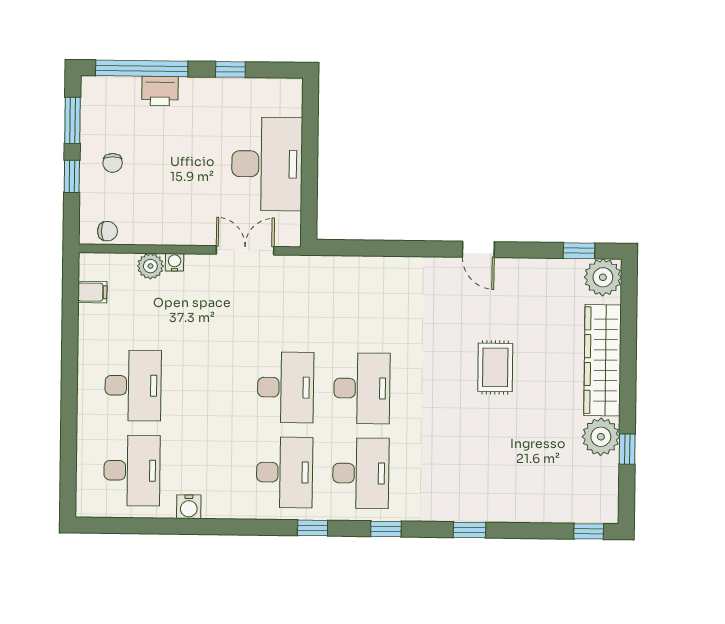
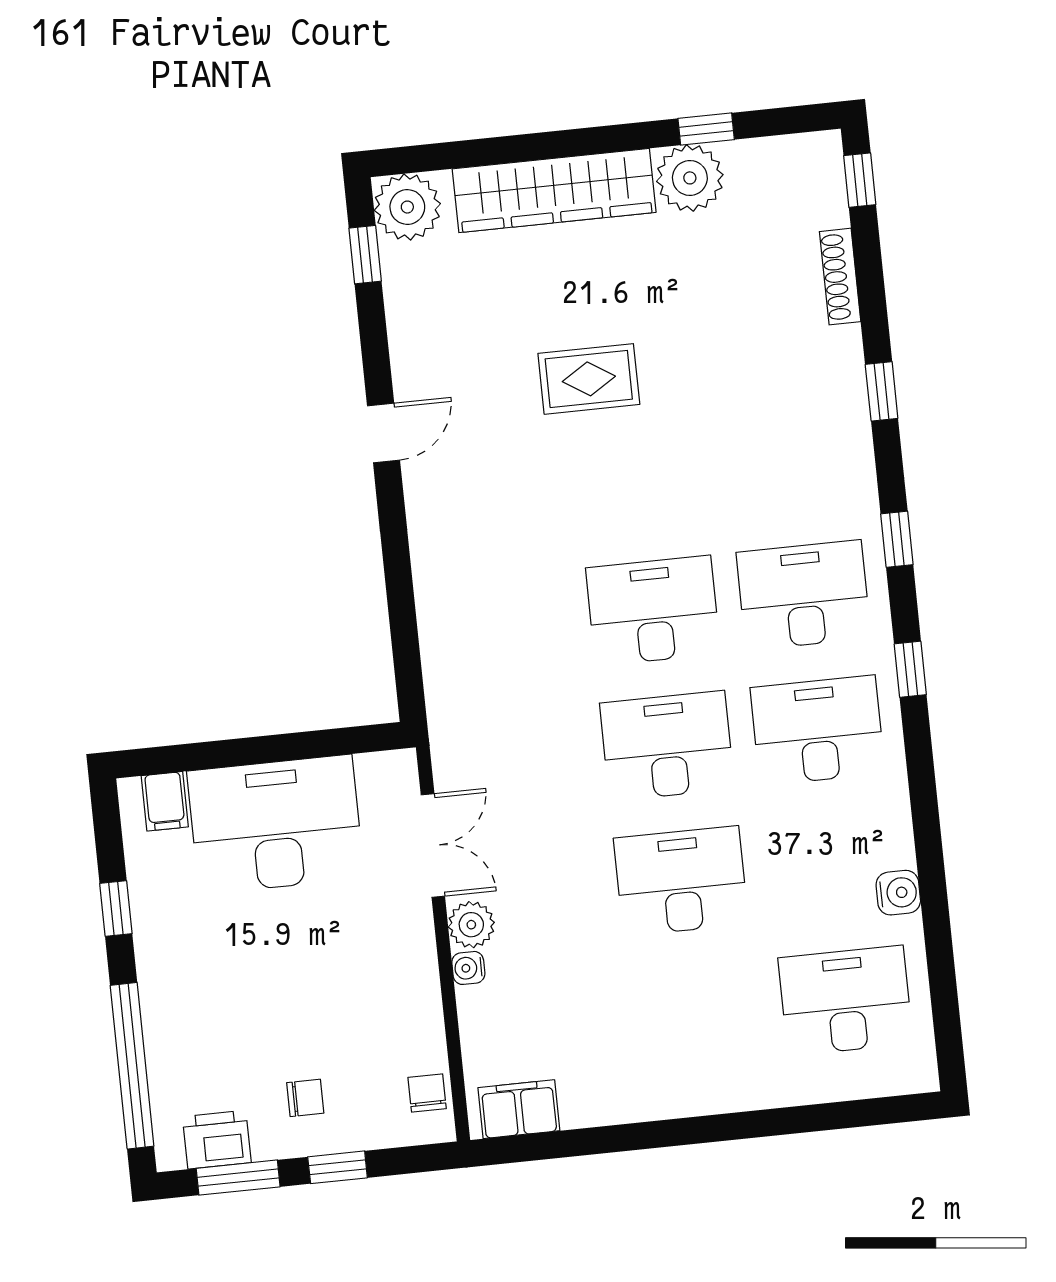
printer: (160, 91) -> (217, 1140), moved, turned -90
filing cabinet: (287, 104) -> (165, 801), added
double door: (245, 250) -> (433, 846), swing flipped
plant: (150, 266) -> (471, 925), moved
filing cabinet: (92, 292) -> (519, 1109), width x2.00
desk: (133, 385) -> (681, 881), moved
shoe rack: (536, 514) -> (840, 277), added

